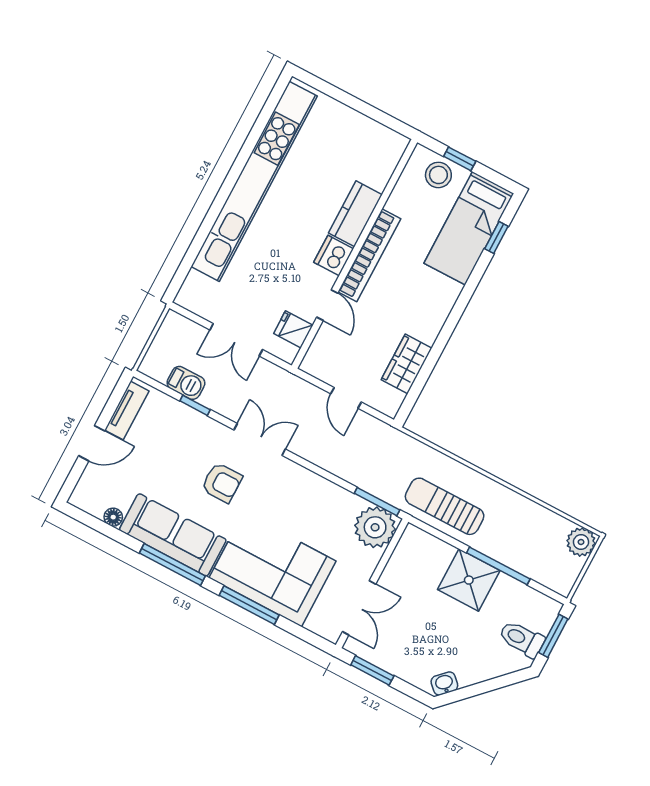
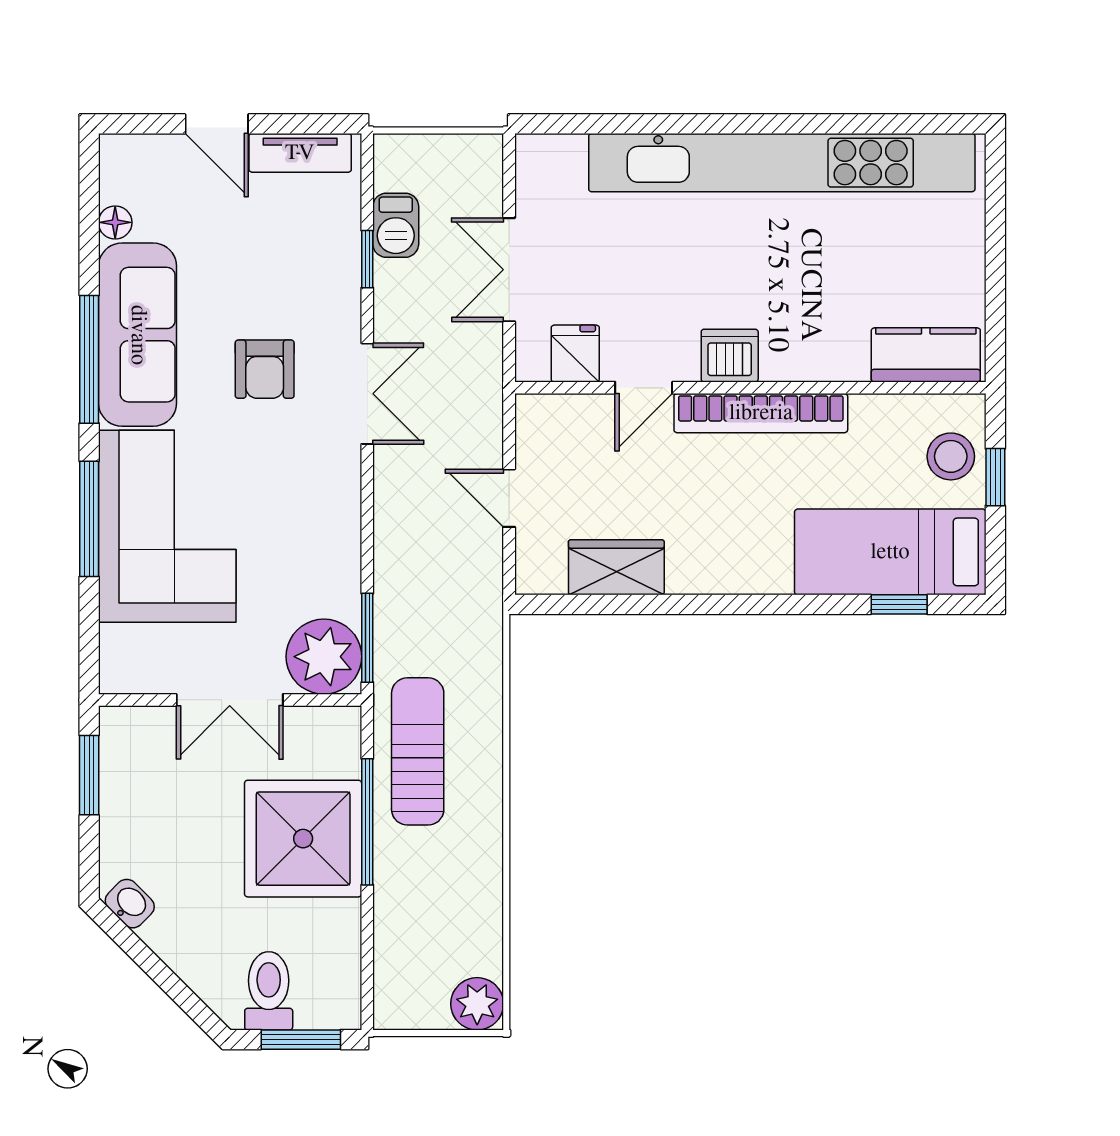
kitchen counter: (355, 214) -> (926, 355), moved
door: (346, 398) -> (509, 498), hinge flipped
window: (498, 566) -> (367, 822), moved
shower: (469, 580) -> (303, 839), width x1.37, depth x1.37
double door: (359, 608) -> (230, 700), moved

